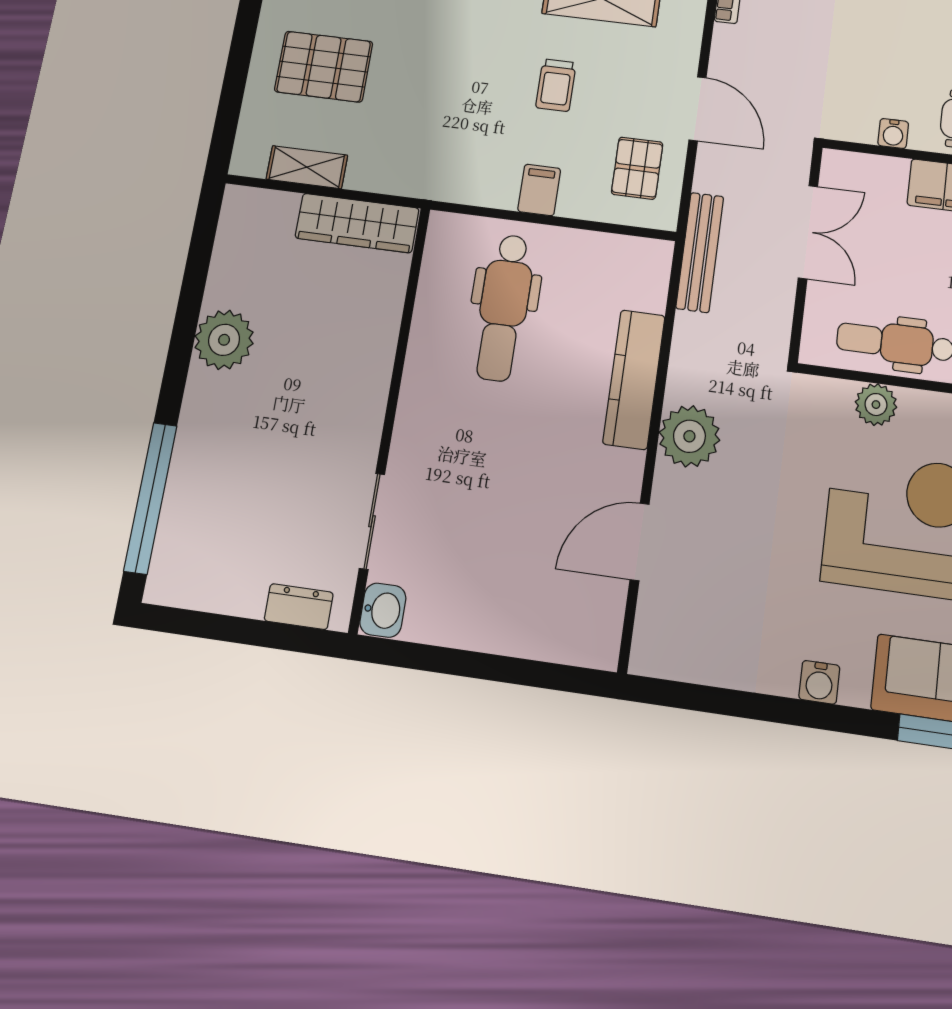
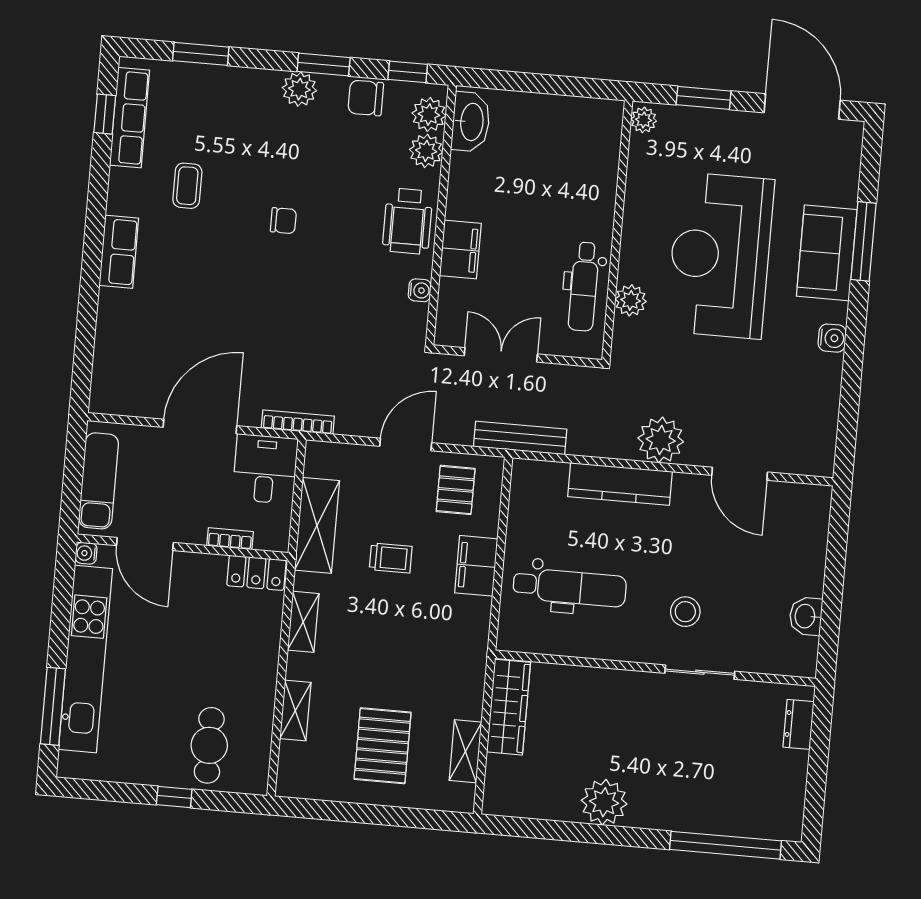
pallet: (637, 168) -> (456, 490), turned 90
filing cabinet: (539, 190) -> (476, 566), width x2.00
stool: (461, 459) -> (685, 612), added
sliding door: (372, 521) -> (700, 672), moved
washbasin: (383, 610) -> (806, 616), moved, turned -90

